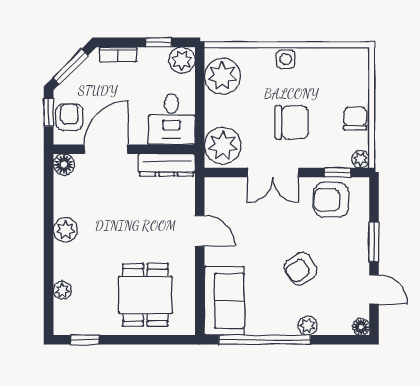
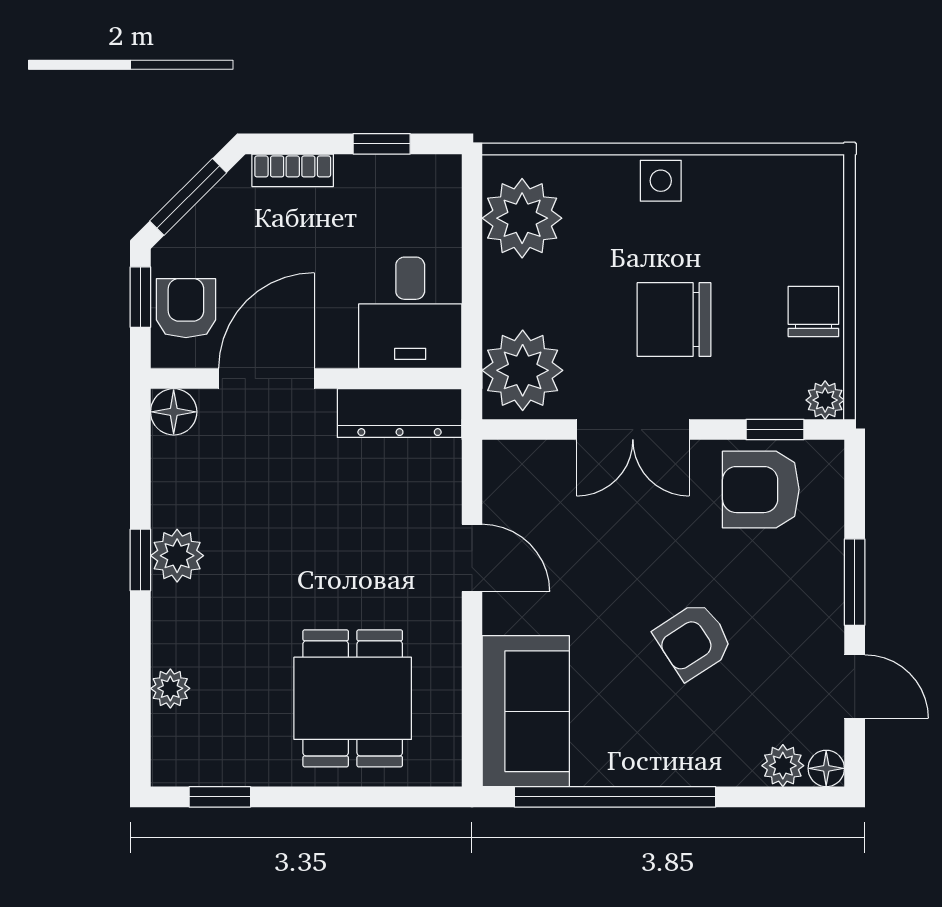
plant: (182, 60) -> (433, 183), removed
chair: (292, 122) -> (674, 320), turned 180
window: (49, 232) -> (140, 560), added
plant: (308, 326) -> (783, 766), moved

